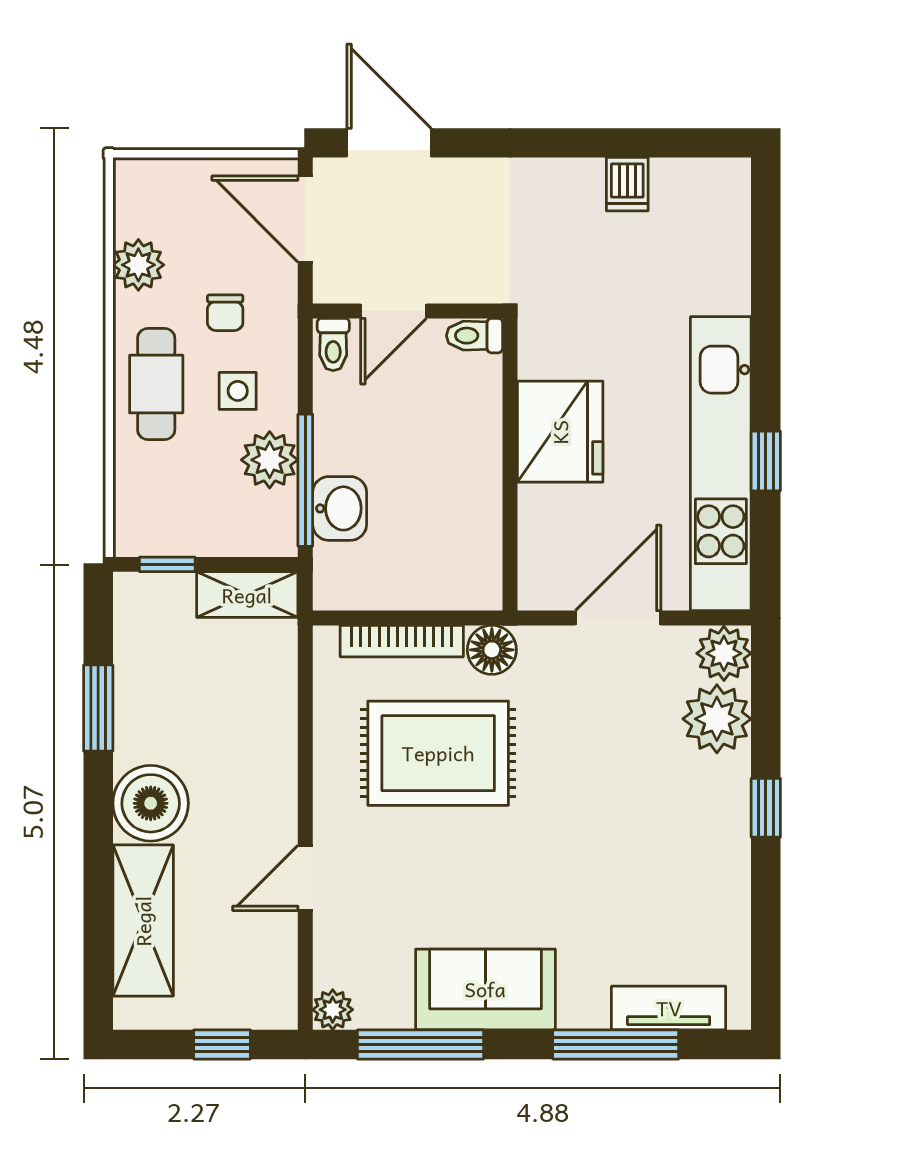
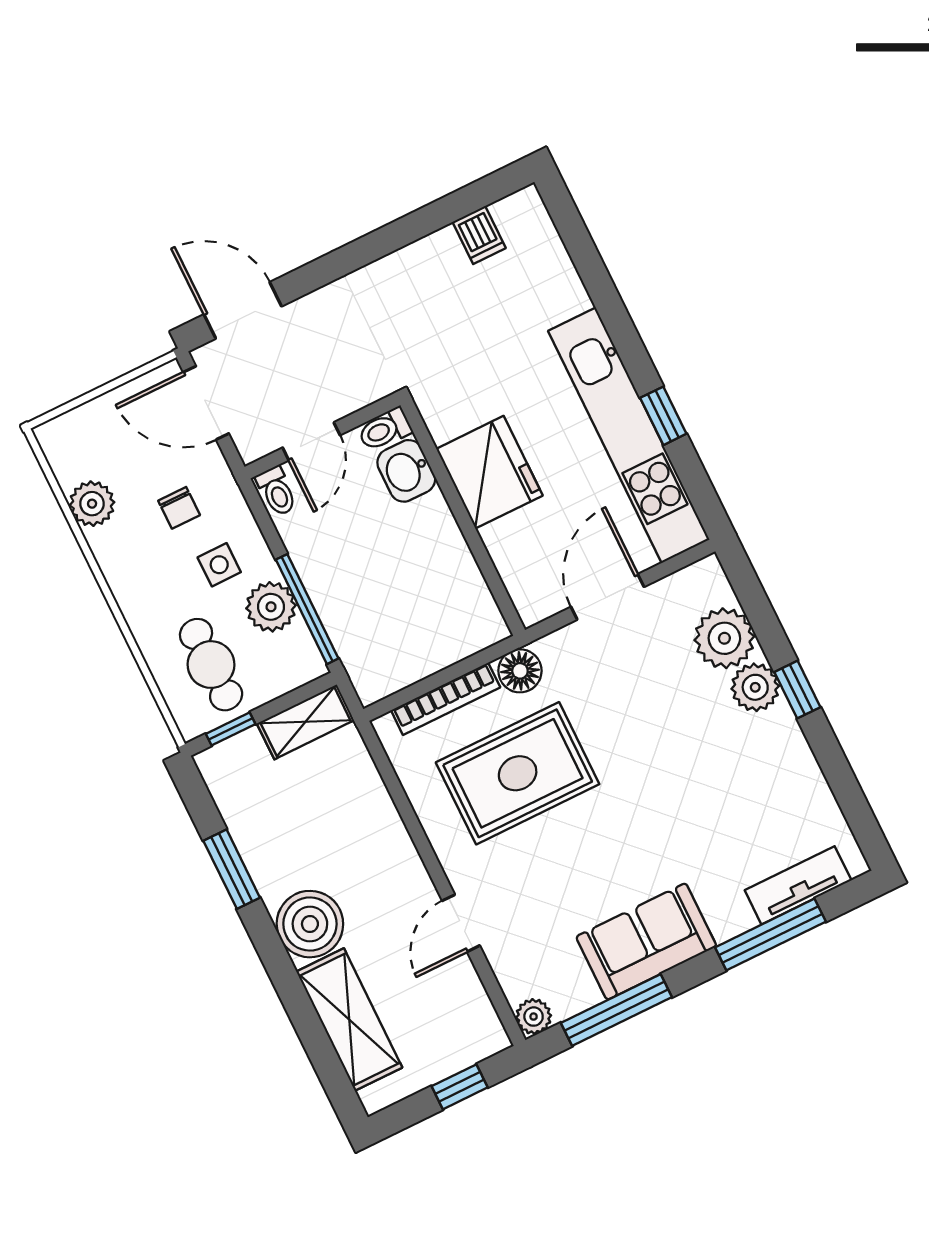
dishwasher: (627, 184) -> (479, 235), moved
cafe table: (156, 384) -> (211, 665), moved
washbasin: (340, 508) -> (406, 471), moved, turned 180
plant: (724, 653) -> (755, 687), moved

